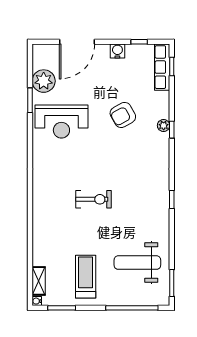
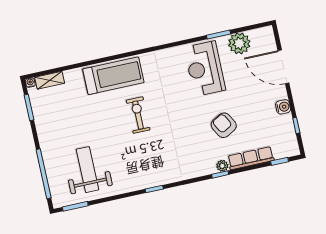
row of seats: (162, 67) -> (251, 158), moved
exercise bike: (93, 199) -> (138, 115), turned 180
treadmill: (86, 277) -> (113, 76), moved, width x1.37, depth x1.38

